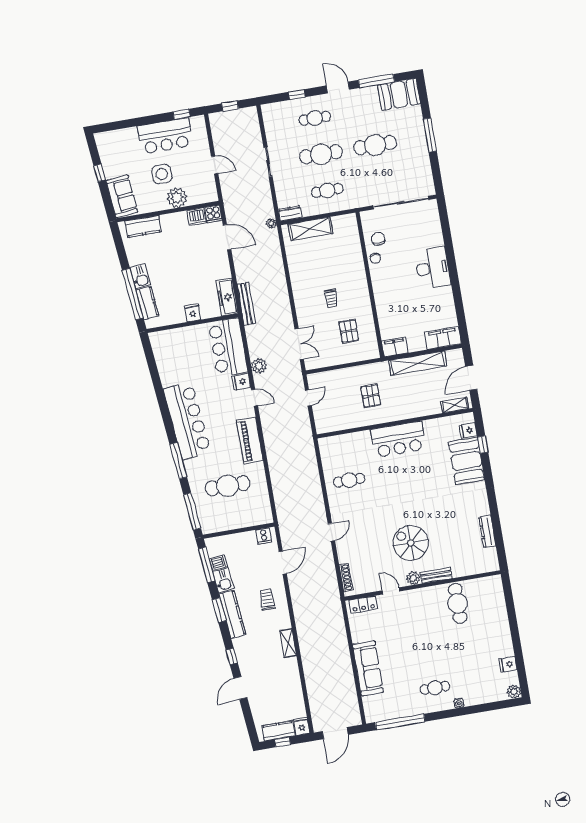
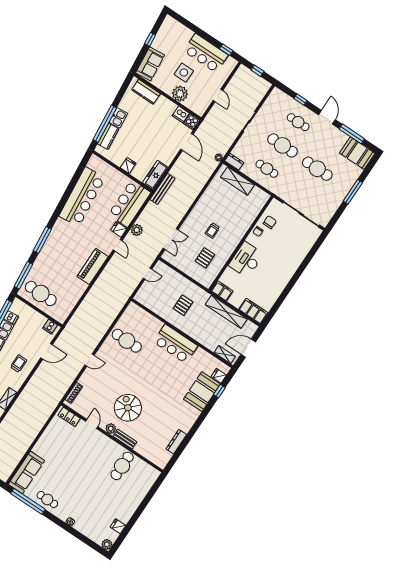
desk: (433, 268) -> (246, 260), moved, turned 180
bar counter: (187, 421) -> (82, 197), moved
cafe table: (349, 480) -> (127, 341), width x1.37, depth x1.35
cafe table: (228, 486) -> (41, 293), moved
sofa: (368, 668) -> (26, 472), moved
cafe table: (435, 688) -> (47, 499), moved

